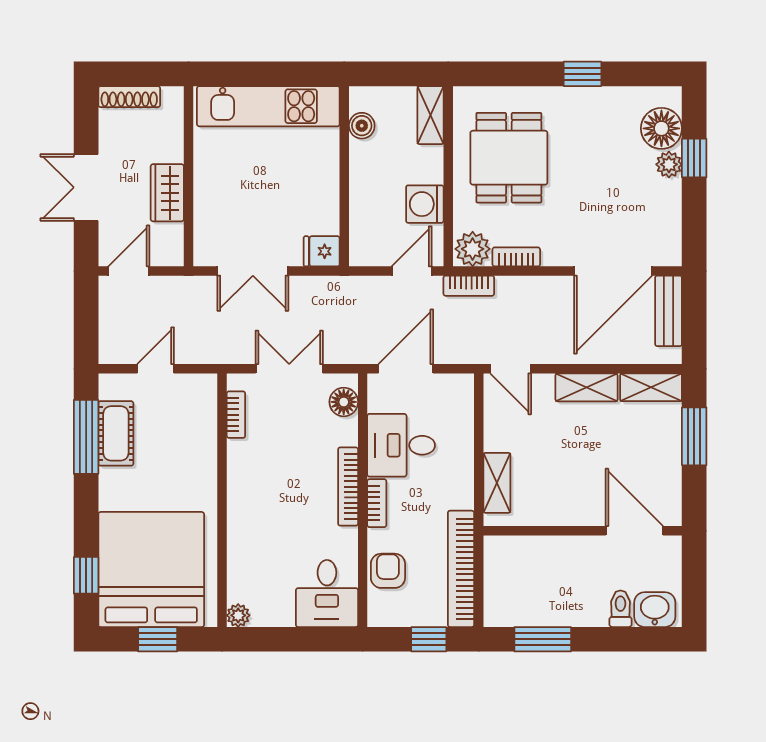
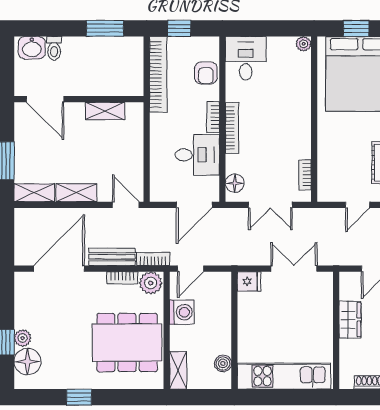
dining table: (509, 158) -> (127, 343), width x1.38
bench: (669, 311) -> (112, 257), moved, turned 90
shelving: (497, 483) -> (105, 111), moved, turned 90

